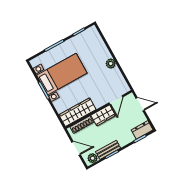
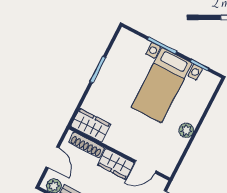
bed with nightstands: (62, 74) -> (162, 85), moved, turned 90
wardrobe: (77, 112) -> (91, 125), width x0.67

